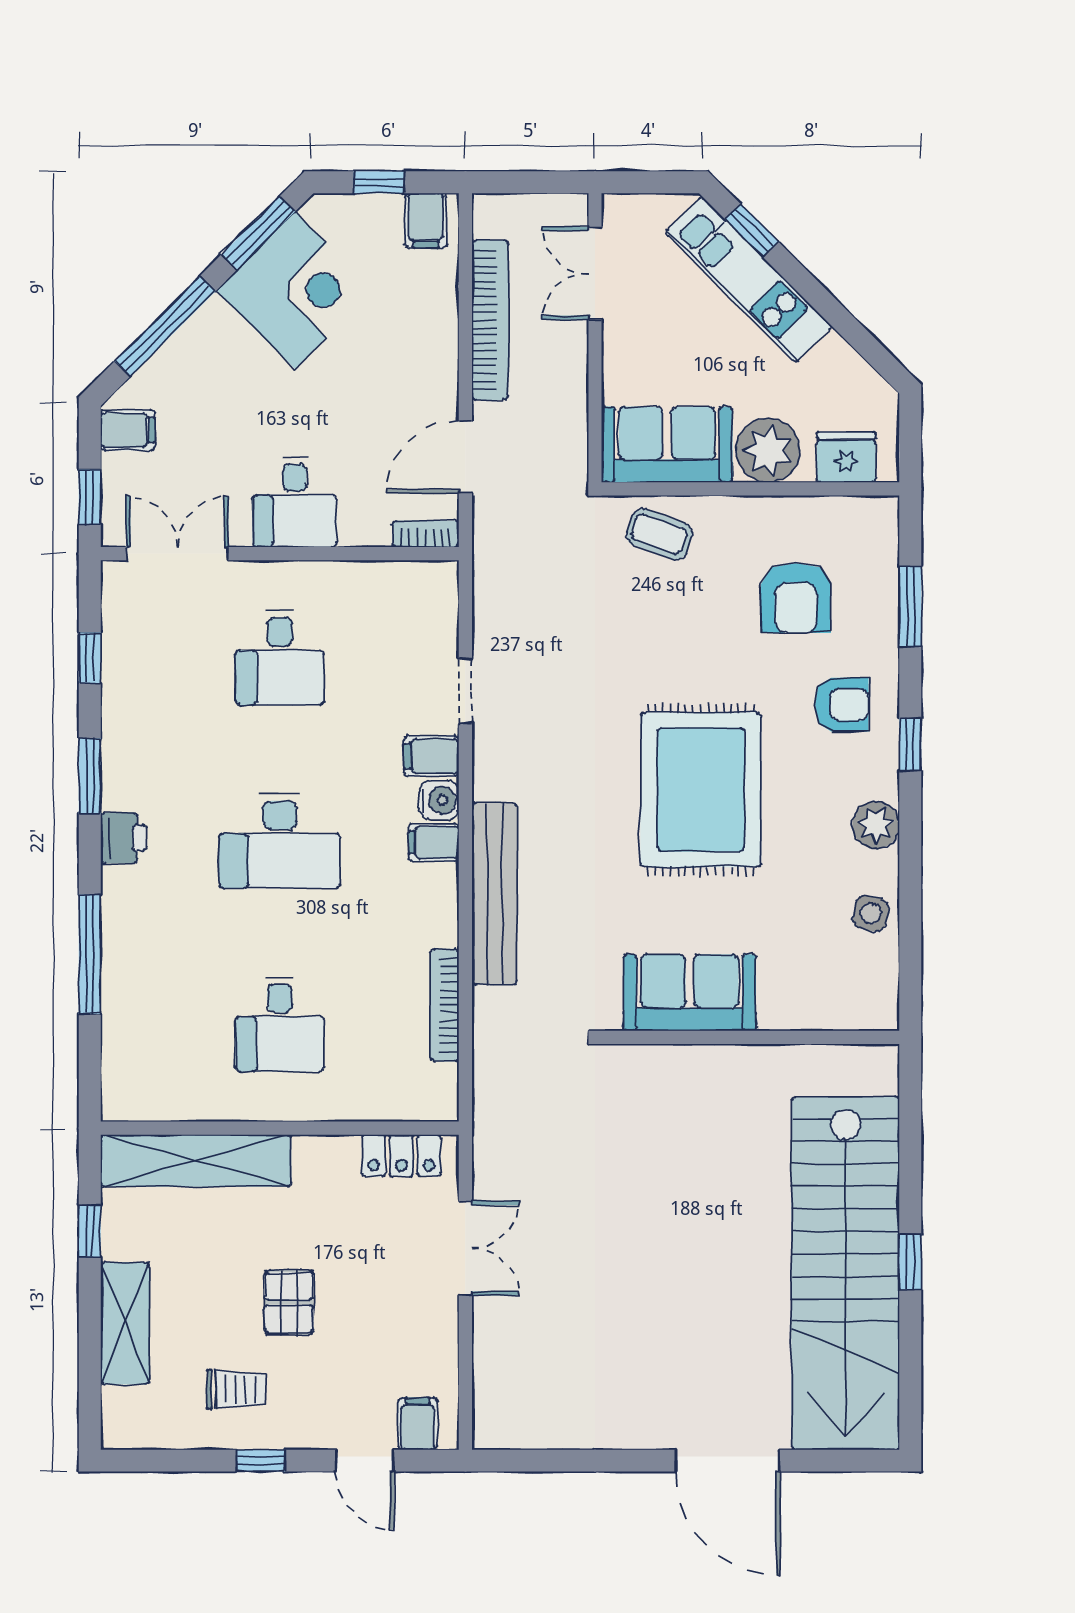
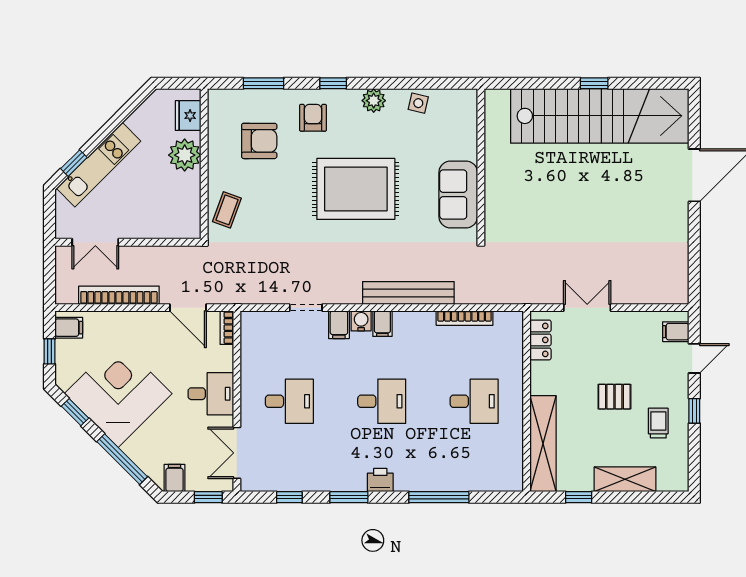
window: (258, 233) -> (75, 412), width x0.67
corner desk: (295, 290) -> (118, 394), width x1.36, depth x1.36
sofa: (667, 445) -> (182, 206), removed
desk: (280, 841) -> (382, 401), width x0.73

